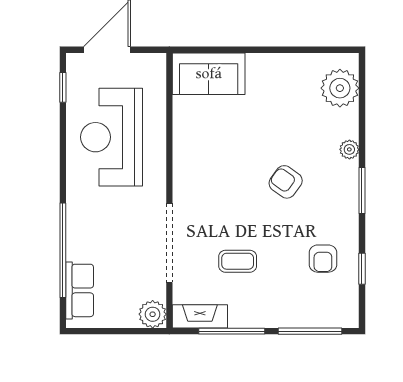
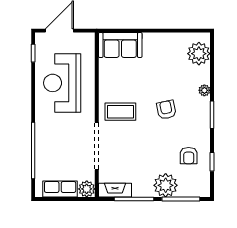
armchair: (286, 182) -> (166, 110), turned 42
coffee table: (238, 261) -> (120, 112), moved, width x1.36, depth x1.30
row of seats: (80, 290) -> (60, 189), moved, turned -90
plant: (284, 308) -> (166, 185), added

